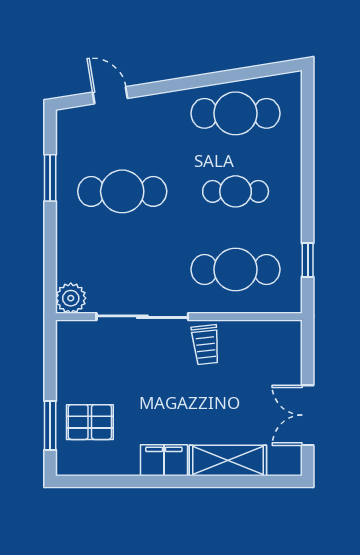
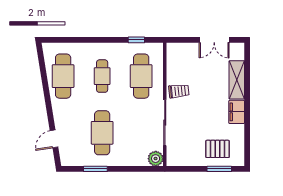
pallet: (90, 422) -> (218, 149), turned 90

